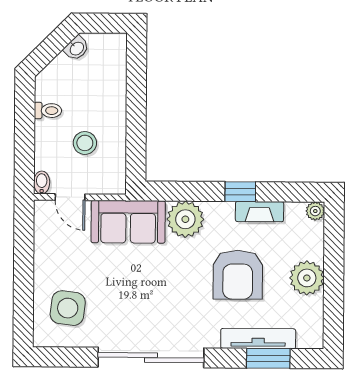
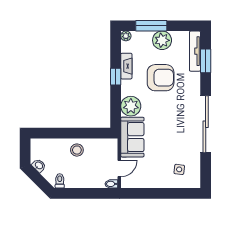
toilet: (48, 111) -> (60, 181), moved
stool: (85, 143) -> (77, 150), moved
window: (334, 258) -> (151, 26), added
side table: (68, 308) -> (179, 169), width x0.54, depth x0.54
tv unit: (258, 339) -> (195, 51), moved

